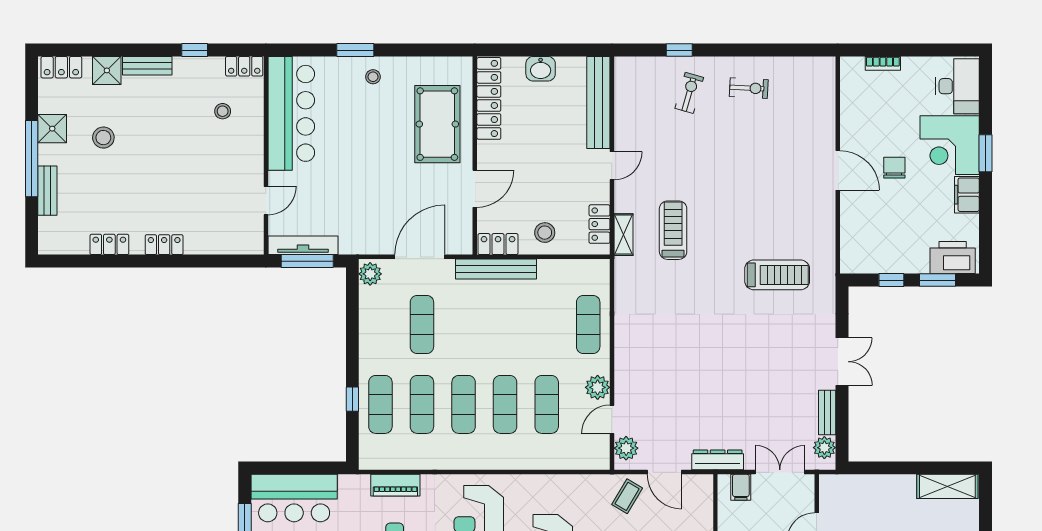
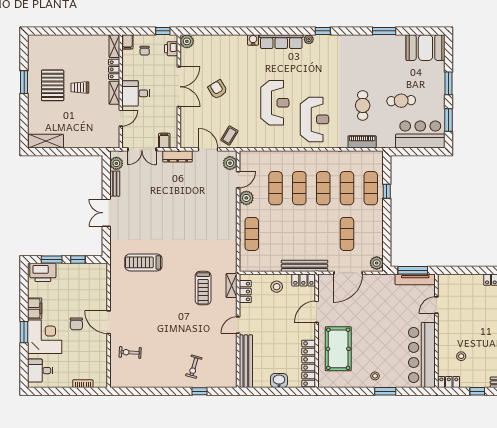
desk: (957, 86) -> (40, 371), width x0.73
exercise bike: (749, 88) -> (130, 352), moved

